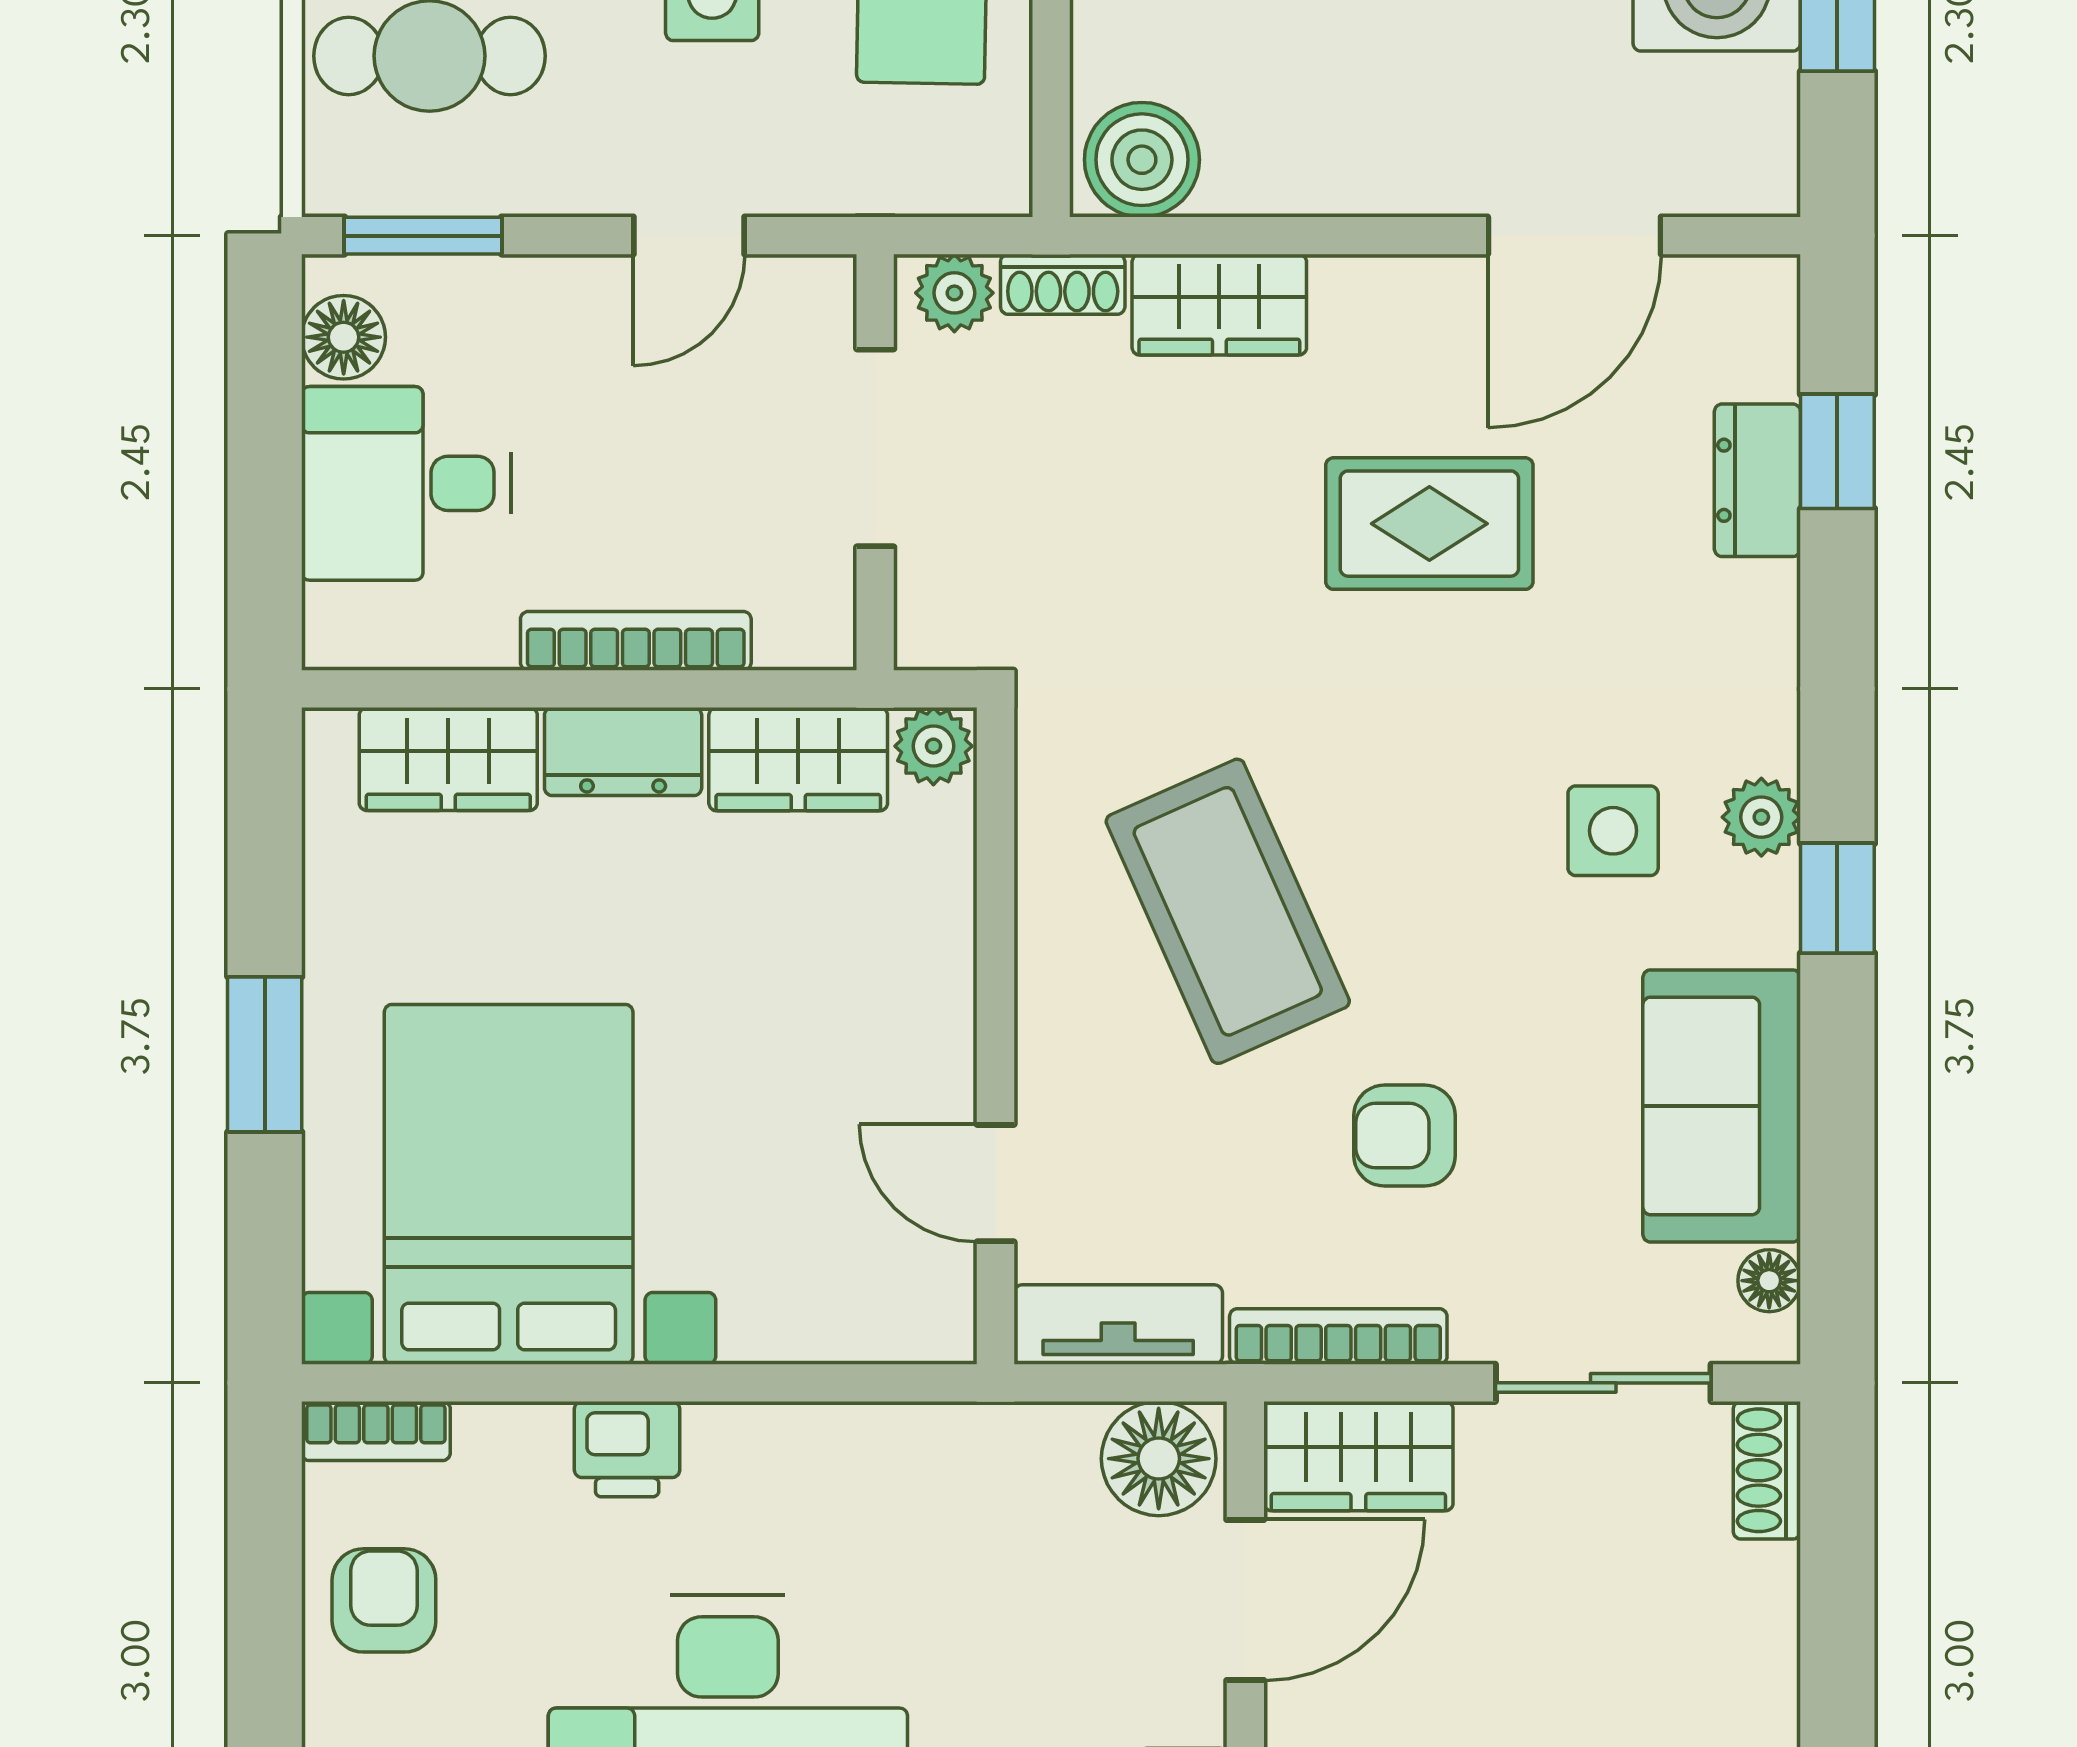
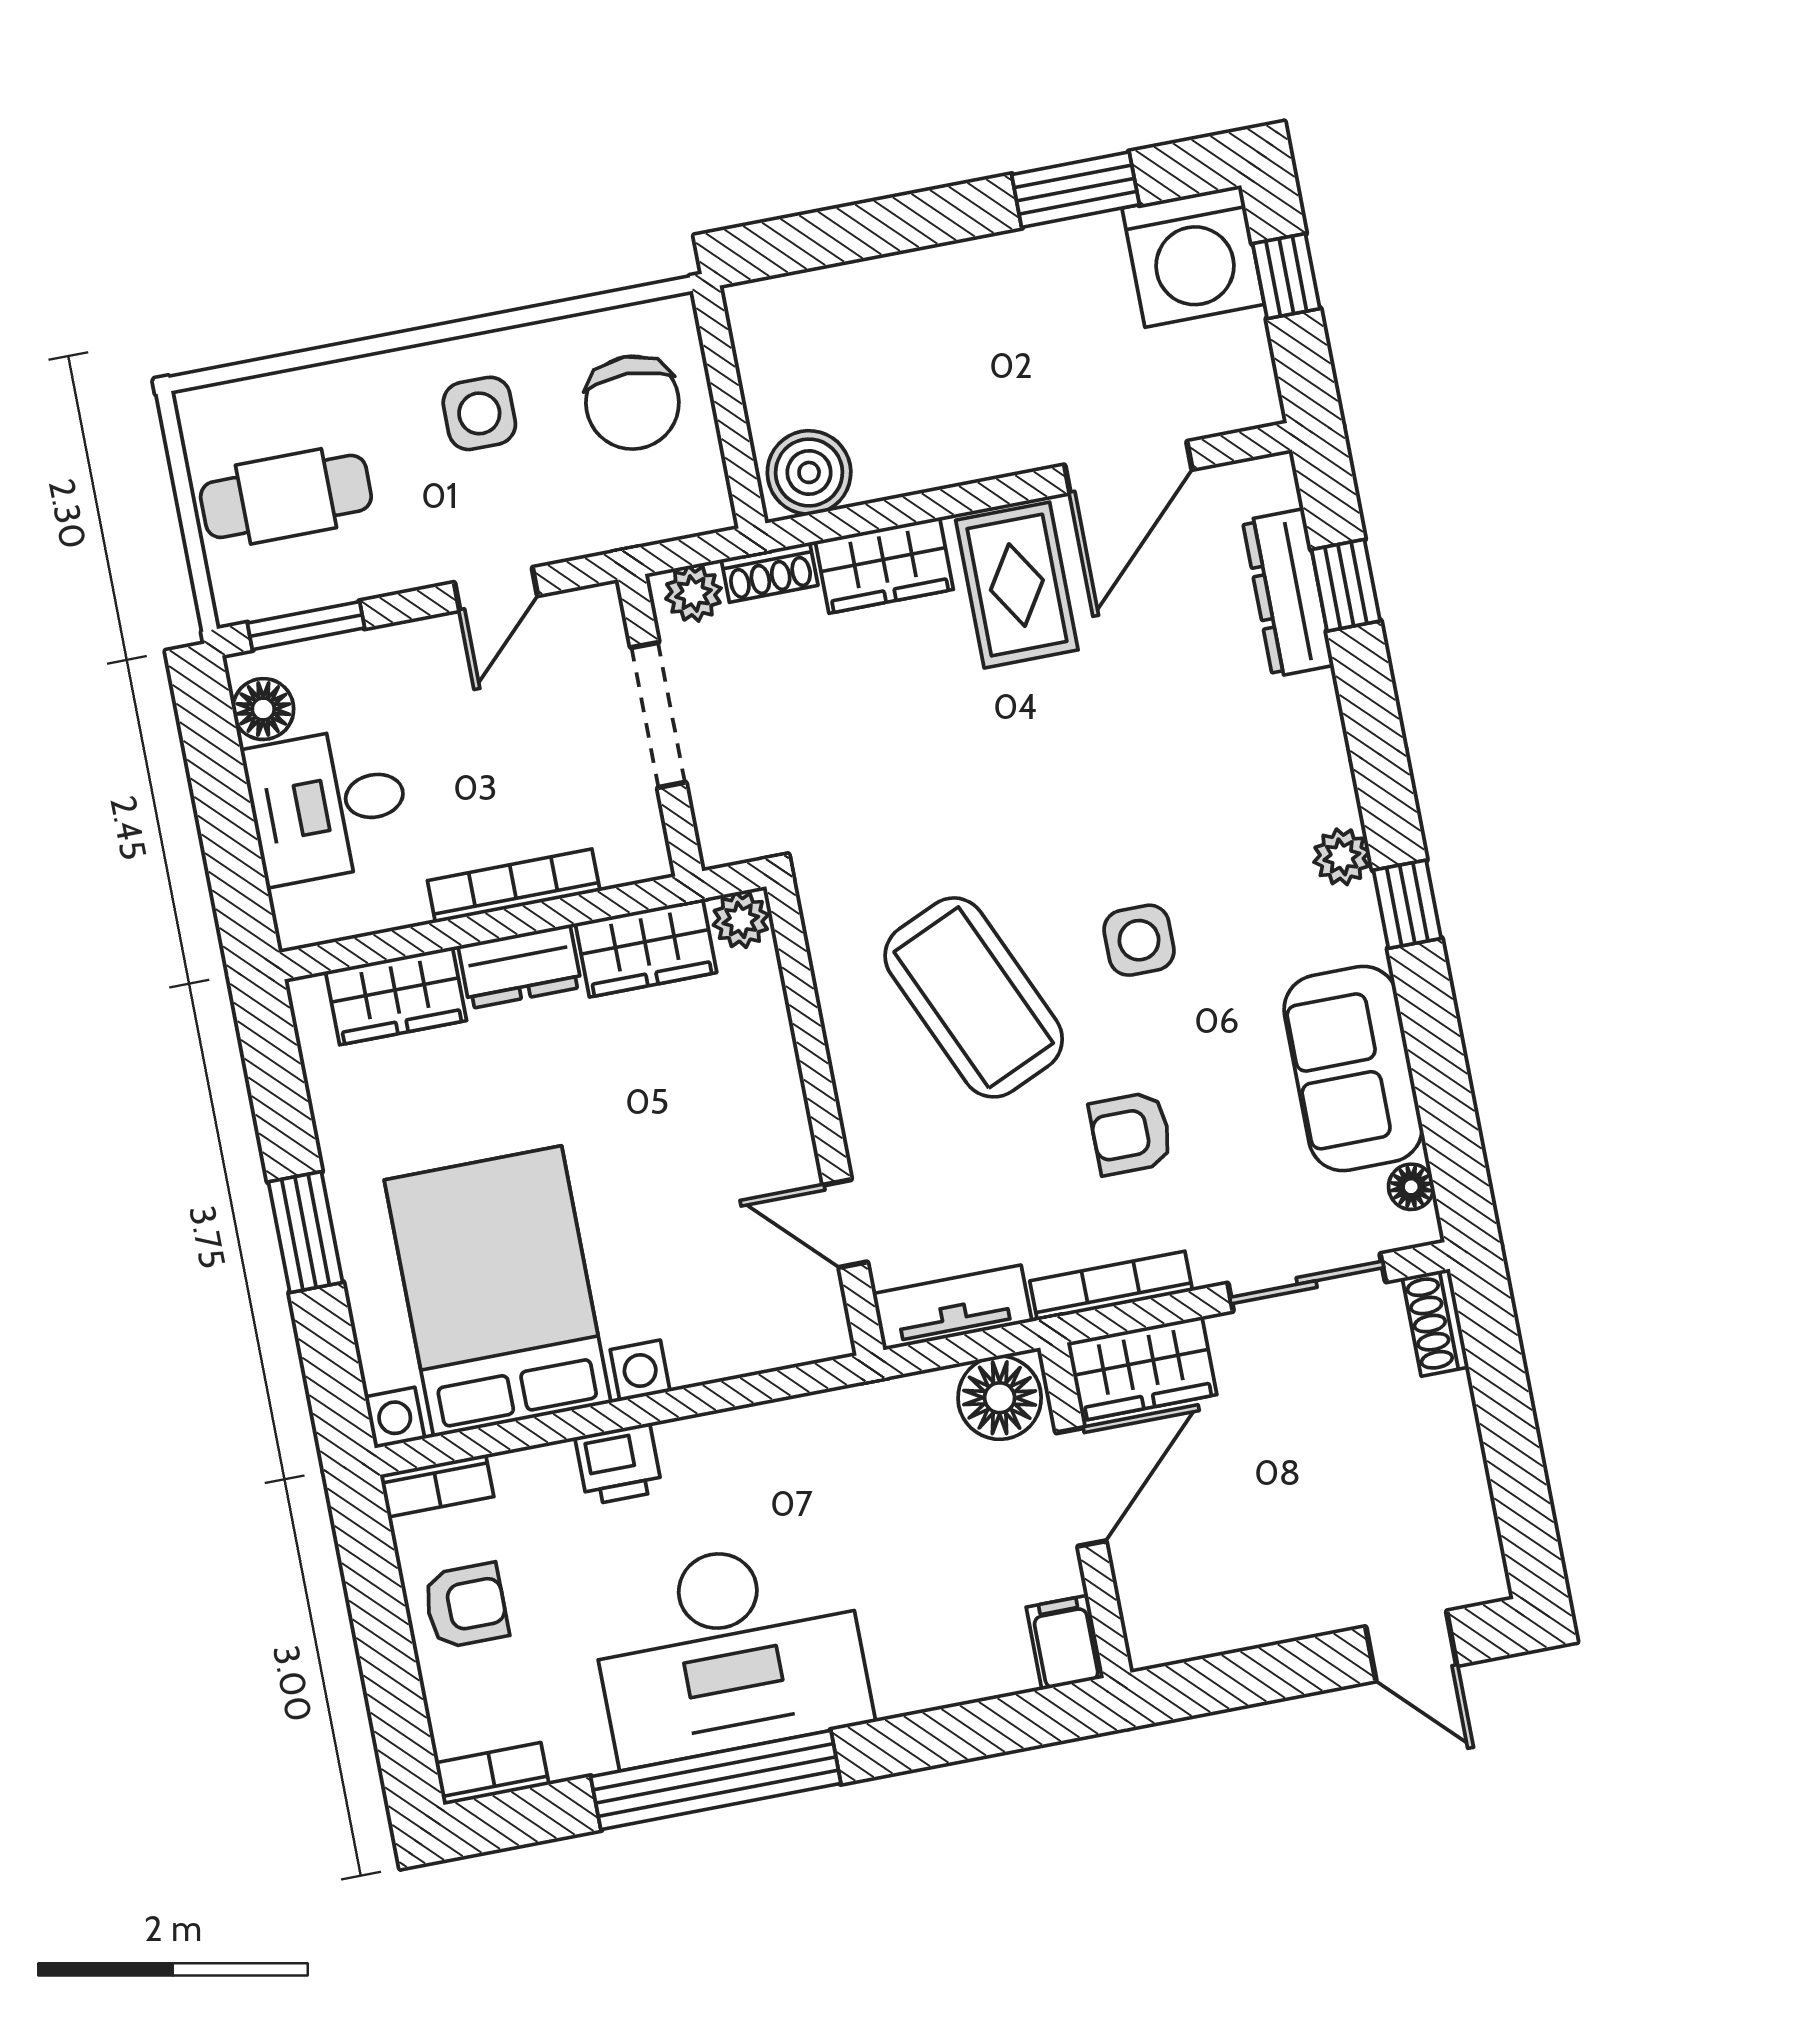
dresser: (1757, 480) -> (1288, 593), width x1.44
rug: (1429, 524) -> (1017, 585), moved, turned 90
side table: (1613, 831) -> (1139, 940), moved
armchair: (384, 1600) -> (466, 1606), turned 90

